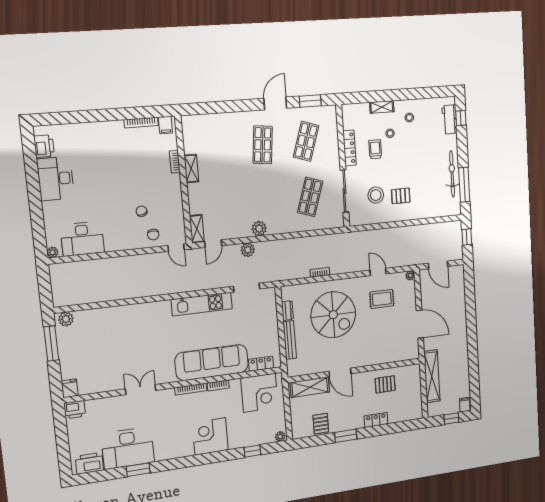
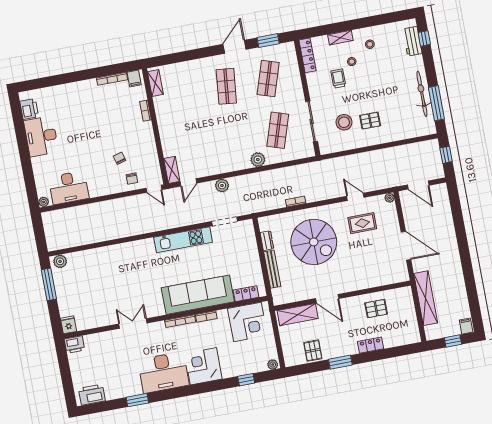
locker: (349, 148) -> (307, 55), moved
shelving: (191, 169) -> (155, 83), moved
plant: (259, 229) -> (258, 160), moved
desk: (128, 448) -> (163, 372), moved

